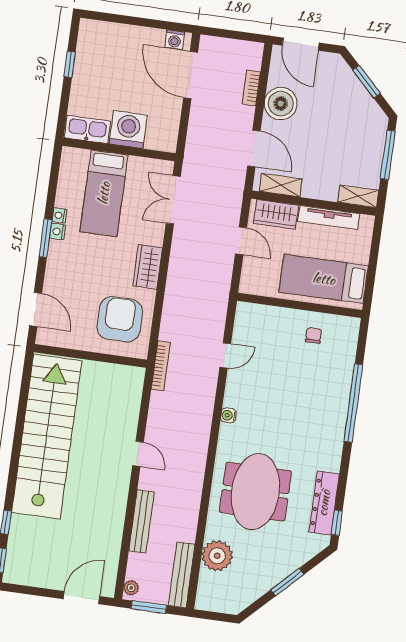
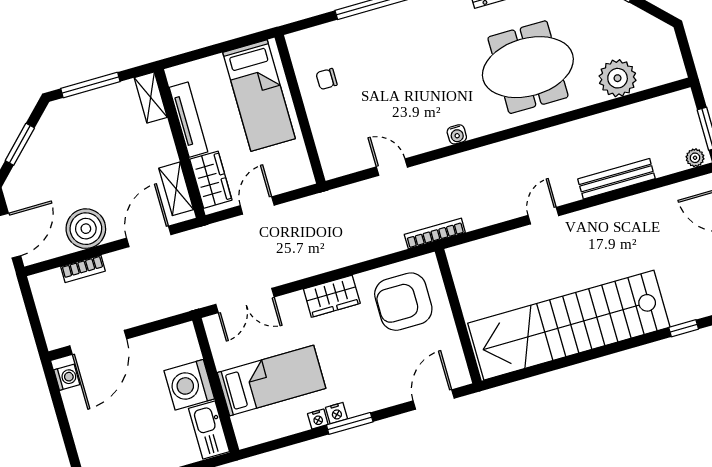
bench: (182, 575) -> (656, 108), removed

